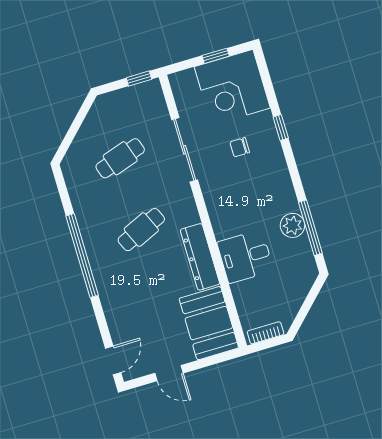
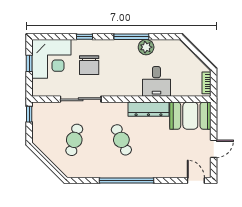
chair: (240, 147) -> (89, 65), width x1.87, depth x1.87
cafe table: (120, 158) -> (74, 140), turned 33
window: (310, 228) -> (131, 37), moved

